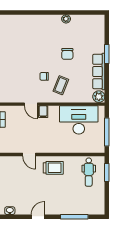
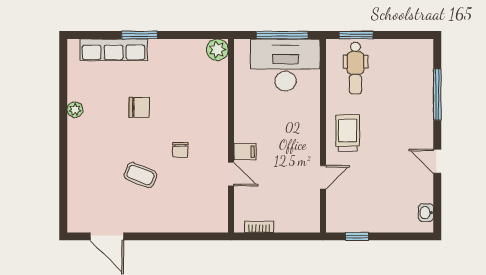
row of seats: (99, 72) -> (114, 50), moved
coffee table: (61, 85) -> (140, 175), moved
door: (31, 104) -> (231, 174), hinge flipped
desk: (79, 120) -> (285, 65), moved, turned 90
dental chair: (89, 172) -> (356, 68), turned 90

